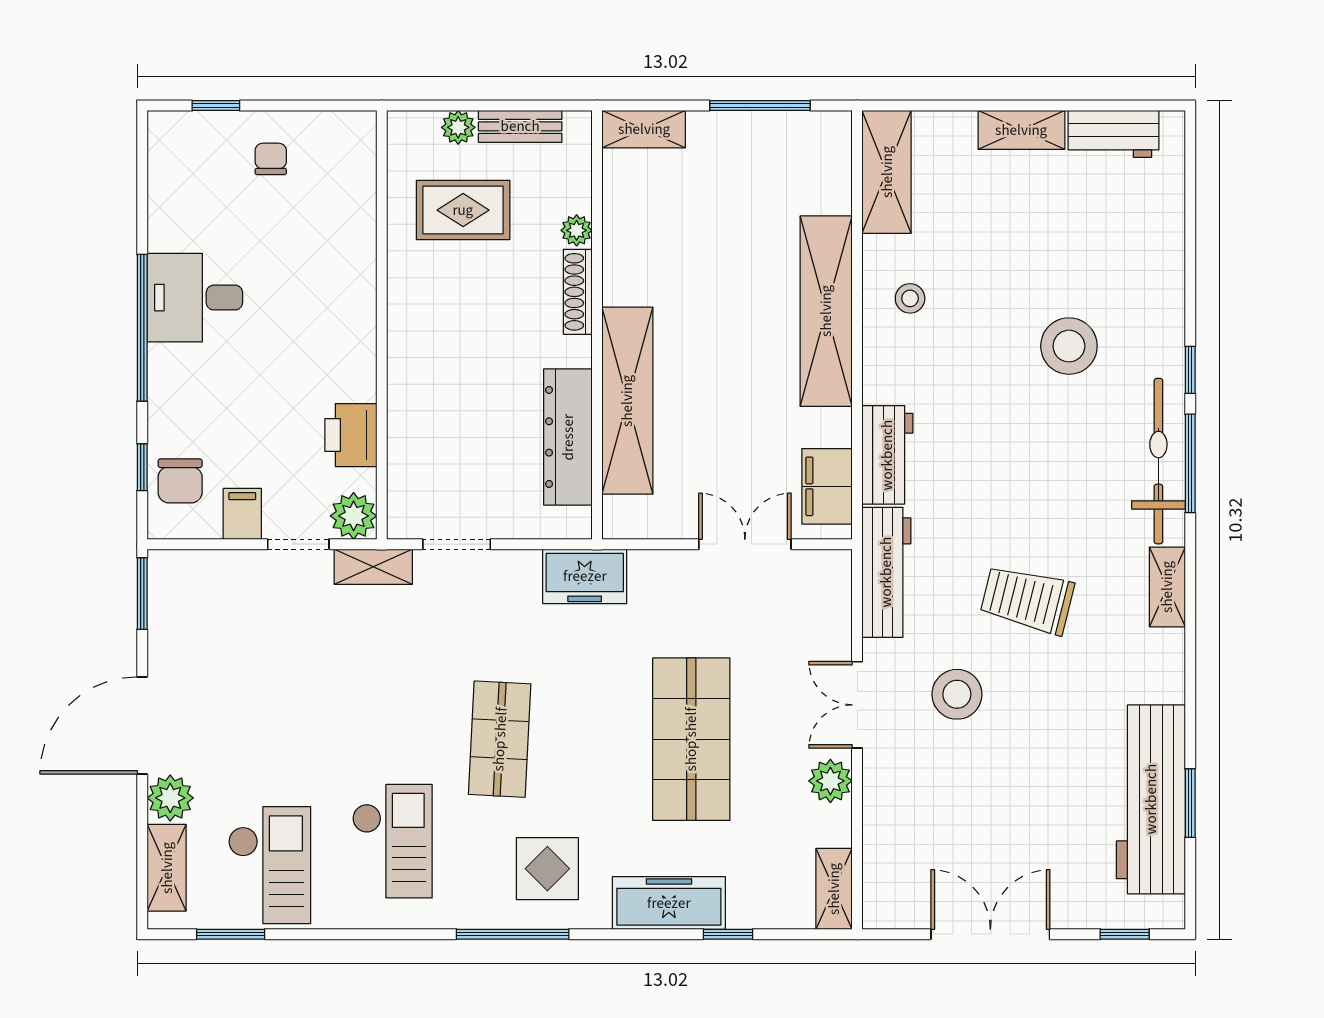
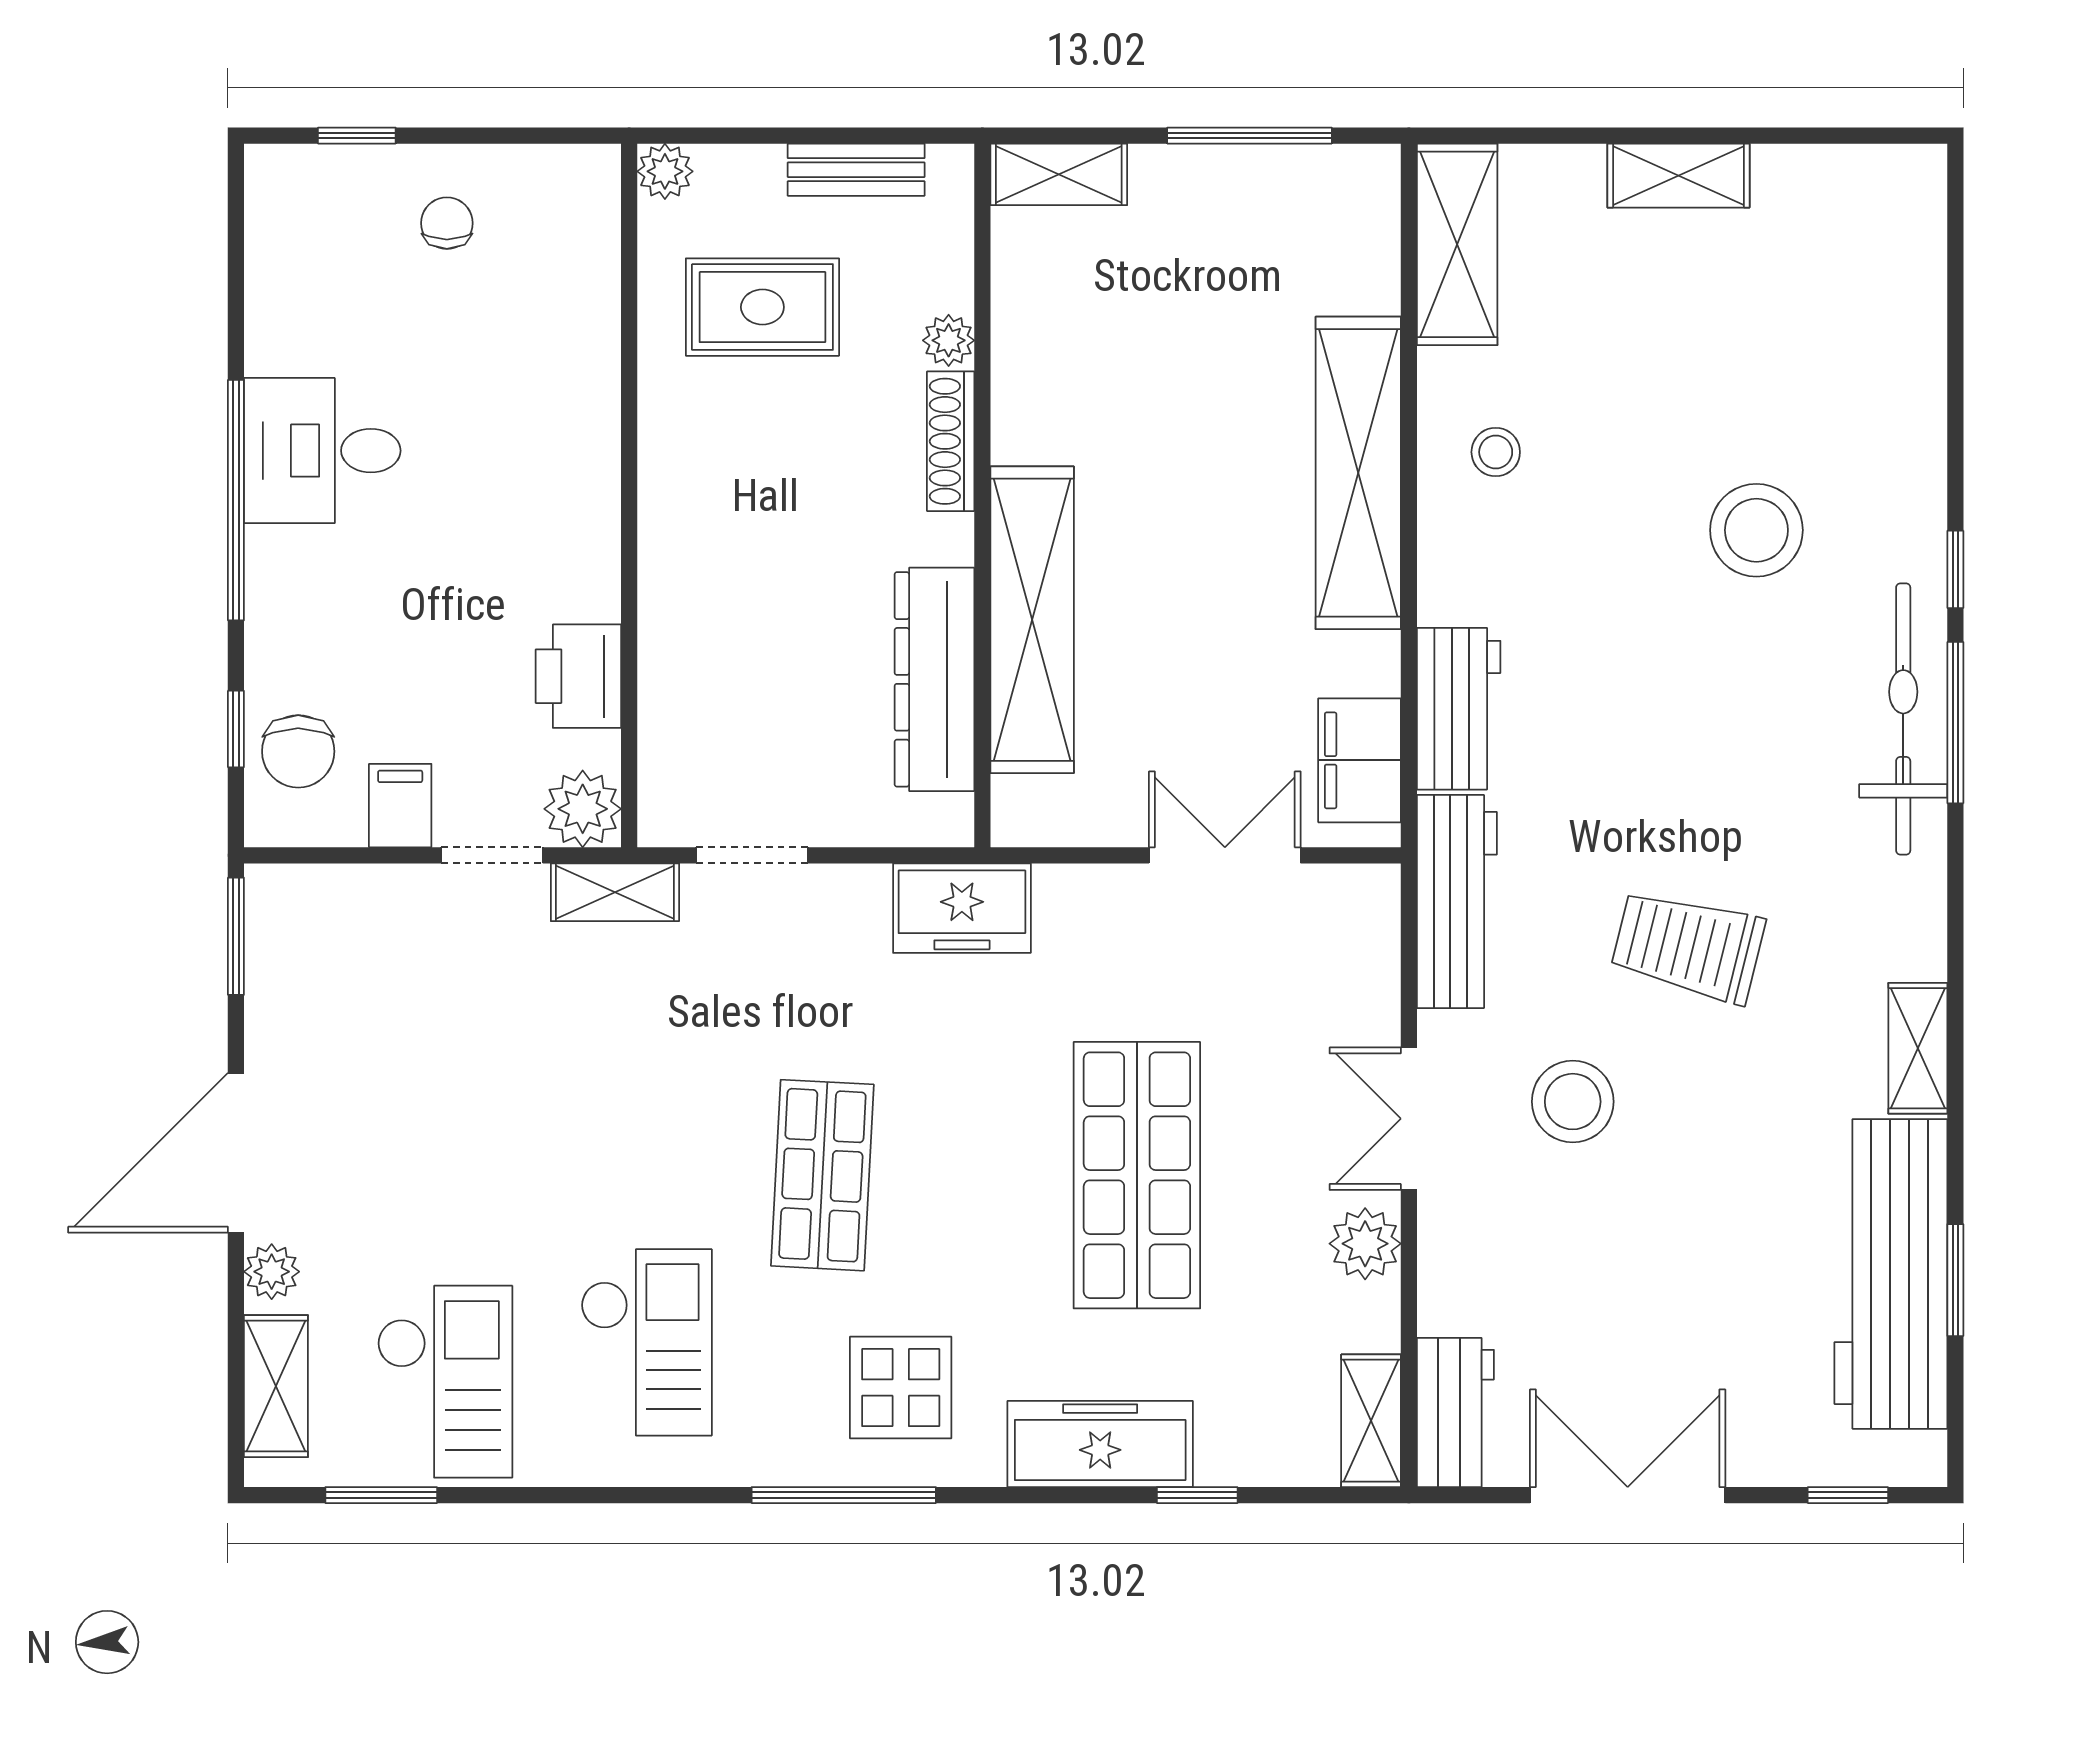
plant: (458, 127) -> (665, 171), moved
workbench: (1113, 134) -> (1455, 1412), moved, turned -90
shelving: (1167, 587) -> (1918, 1048), moved
plant: (170, 798) -> (272, 1272), width x0.73, depth x0.73

